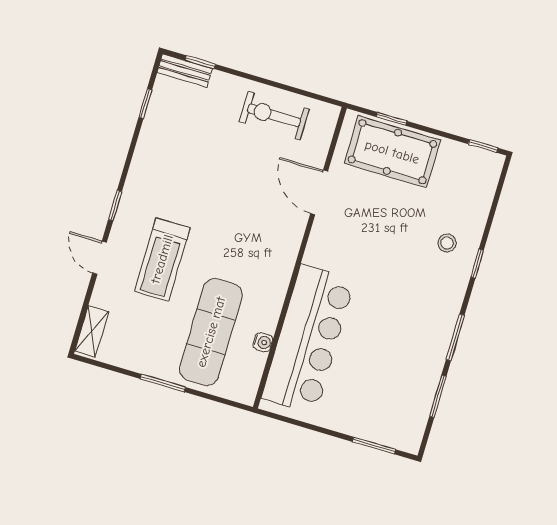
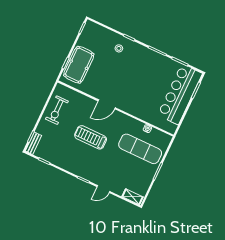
door: (319, 192) -> (107, 104), moved
treadmill: (162, 259) -> (91, 137), moved, turned 180
bar counter: (308, 339) -> (180, 94), moved, turned -90

